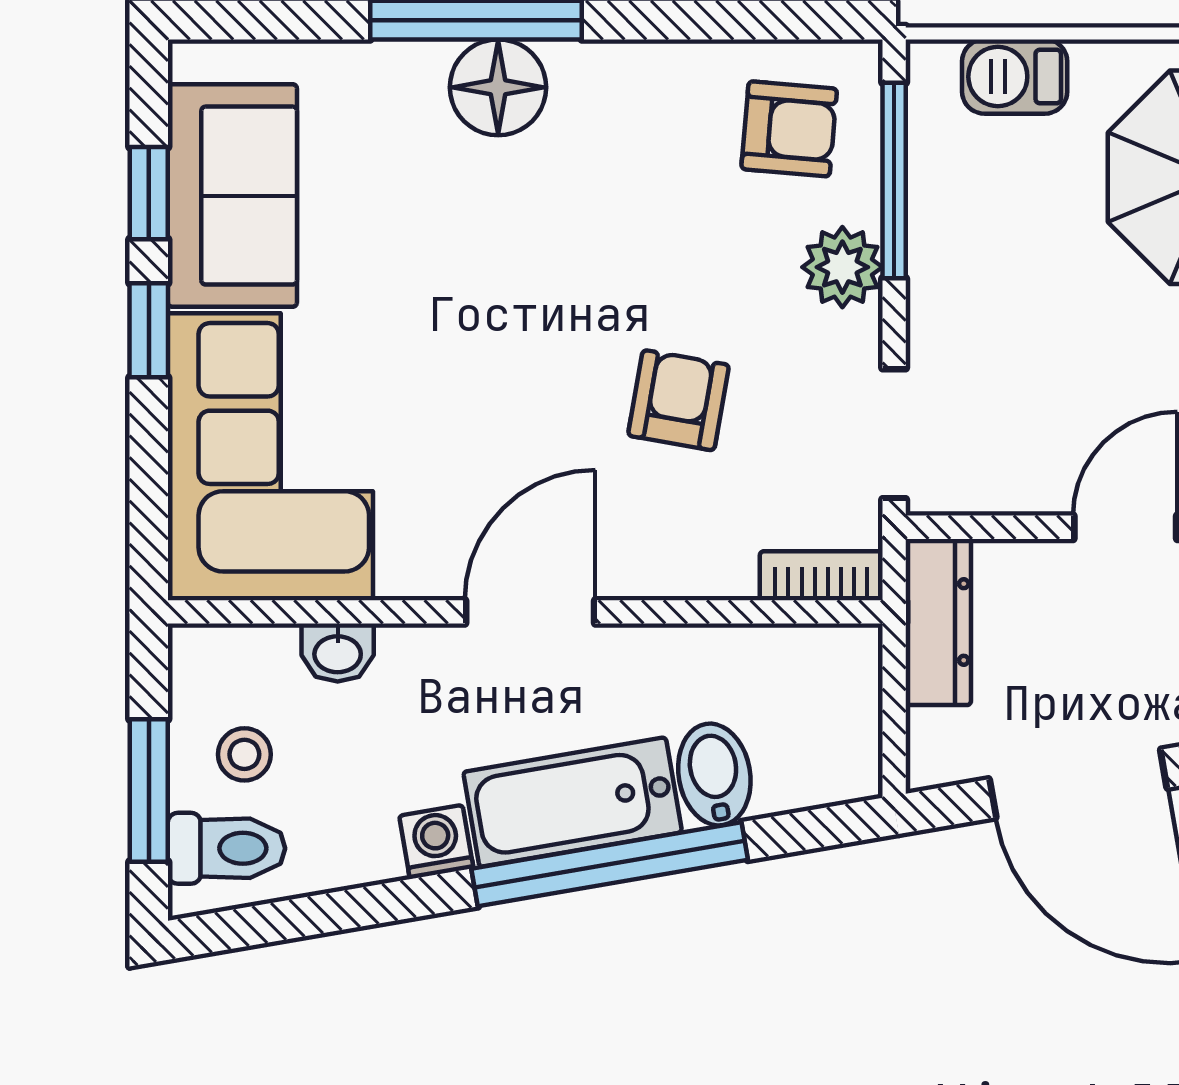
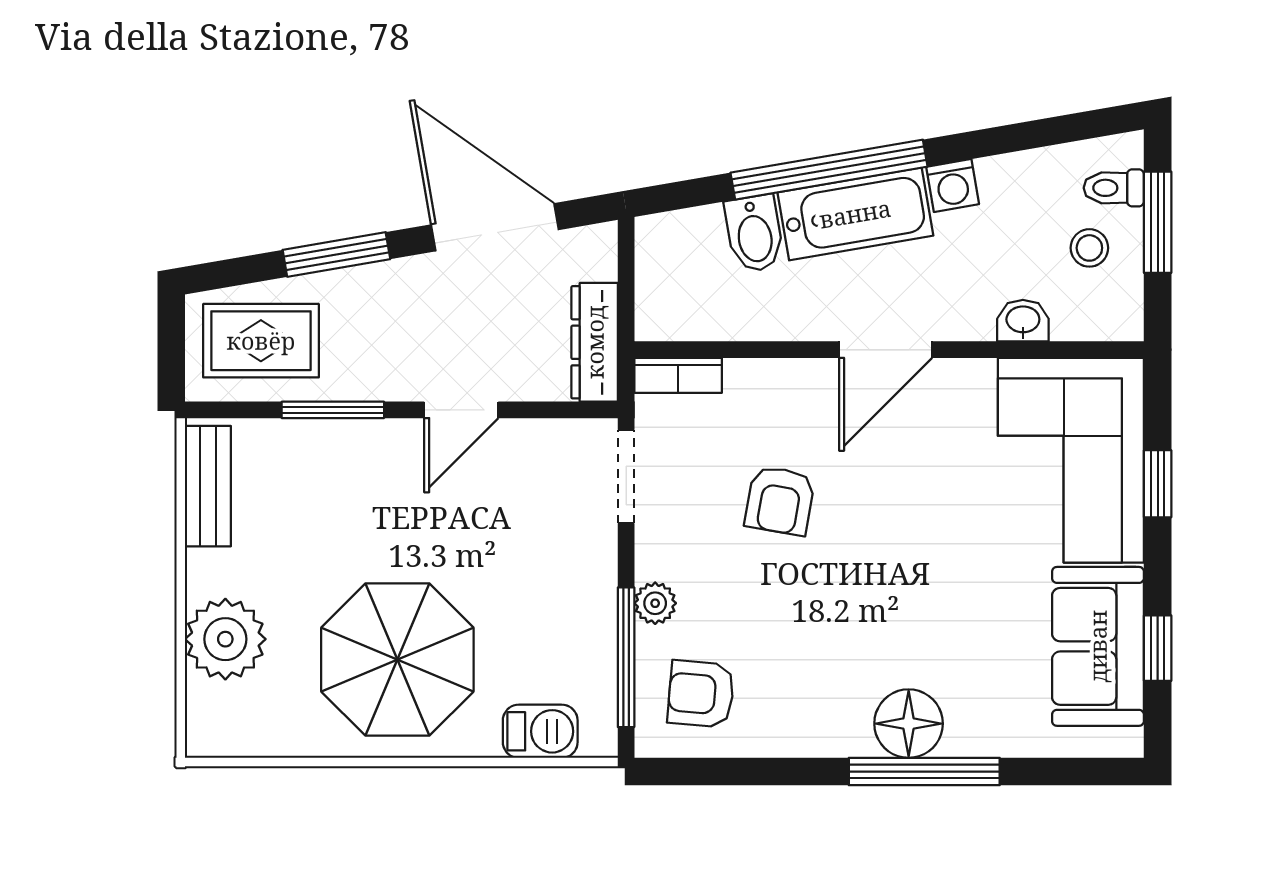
plant: (842, 267) -> (655, 603), width x0.73, depth x0.73
window: (149, 330) -> (1158, 484), moved
toilet: (226, 848) -> (1114, 188), width x0.73, depth x0.72

